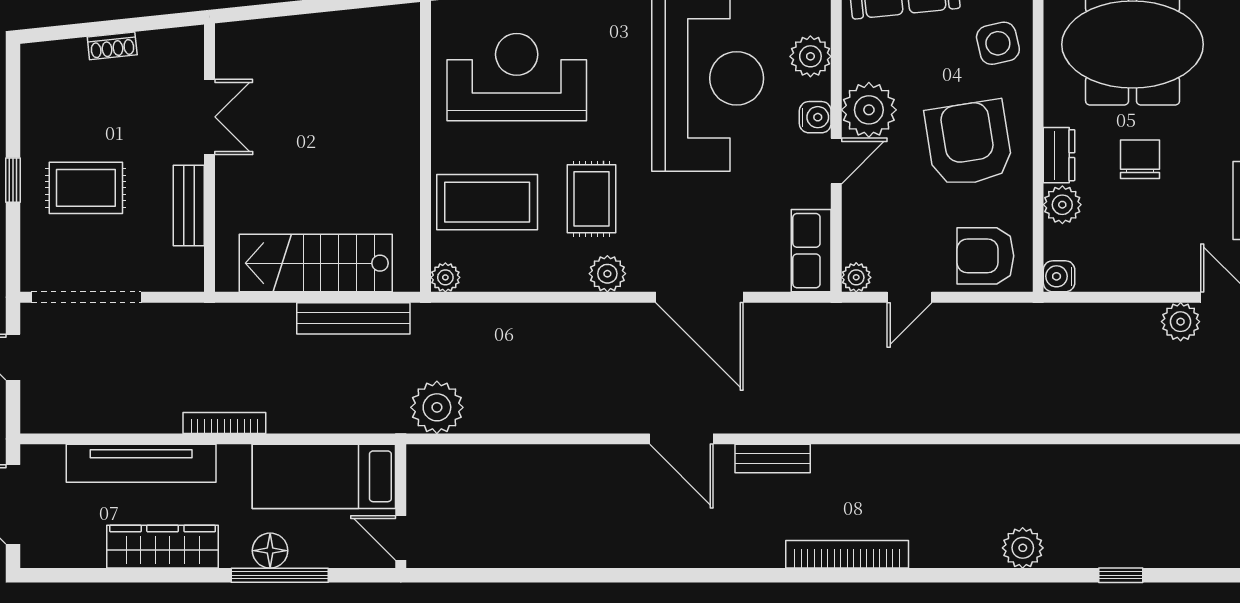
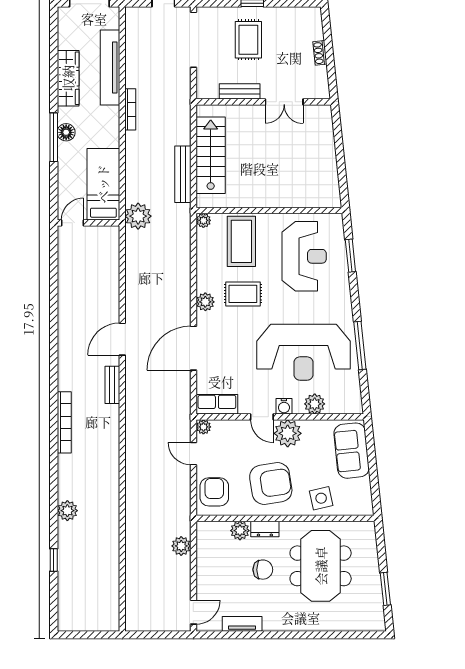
water cooler: (1059, 276) -> (204, 529), removed
plant: (1181, 322) -> (181, 546), moved
bed: (324, 476) -> (103, 184), moved
wall: (401, 506) -> (88, 223), moved
door: (401, 538) -> (73, 223), moved

